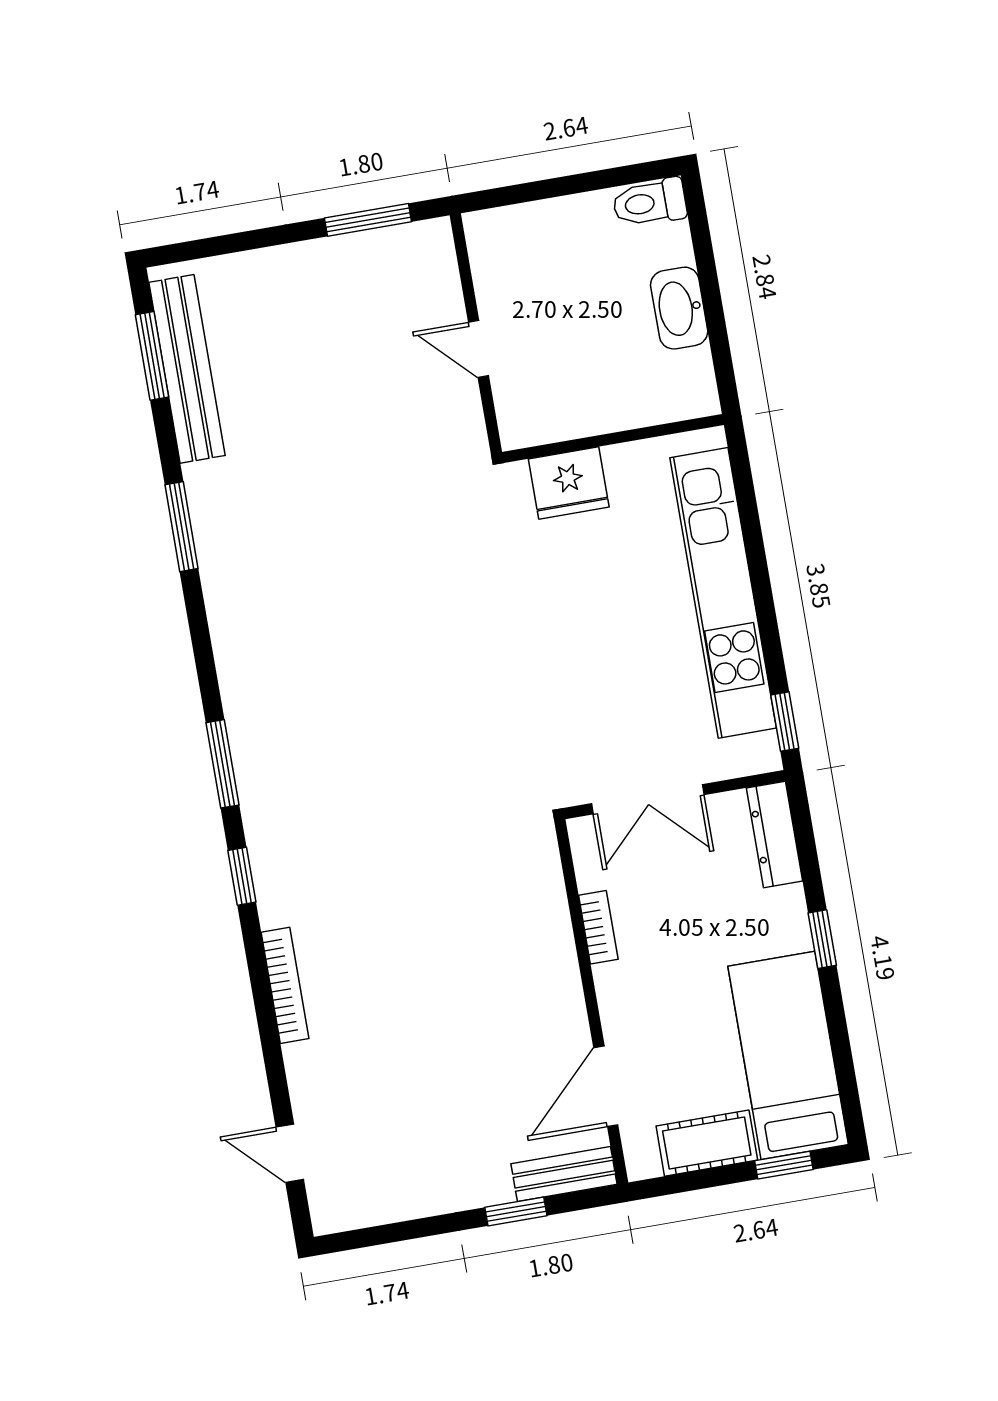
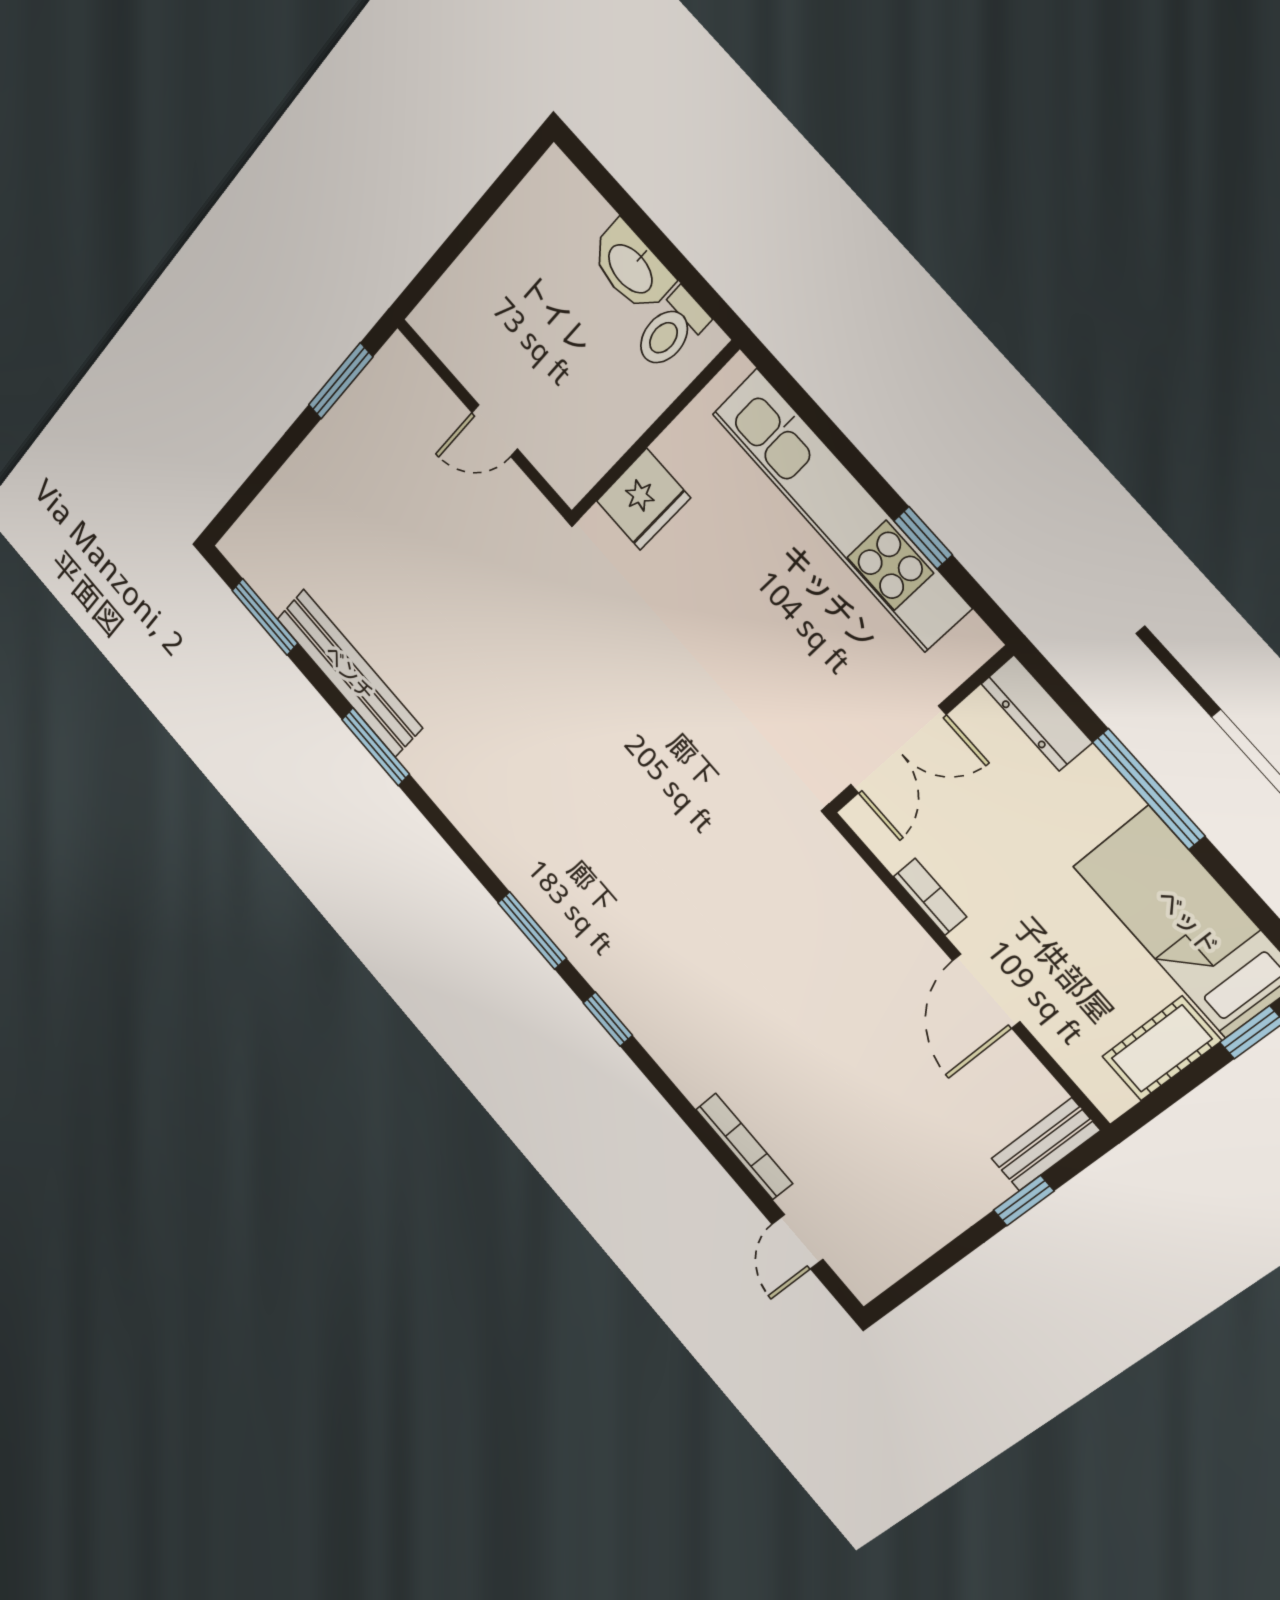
toilet: (650, 203) -> (671, 330), moved
bench: (187, 369) -> (349, 673), moved
window: (785, 722) -> (923, 538), moved
window: (822, 939) -> (1149, 789), width x2.17
bookcase: (285, 985) -> (744, 1146), moved
door: (606, 1086) -> (986, 991), moved
door: (290, 1153) -> (797, 1242), hinge flipped

